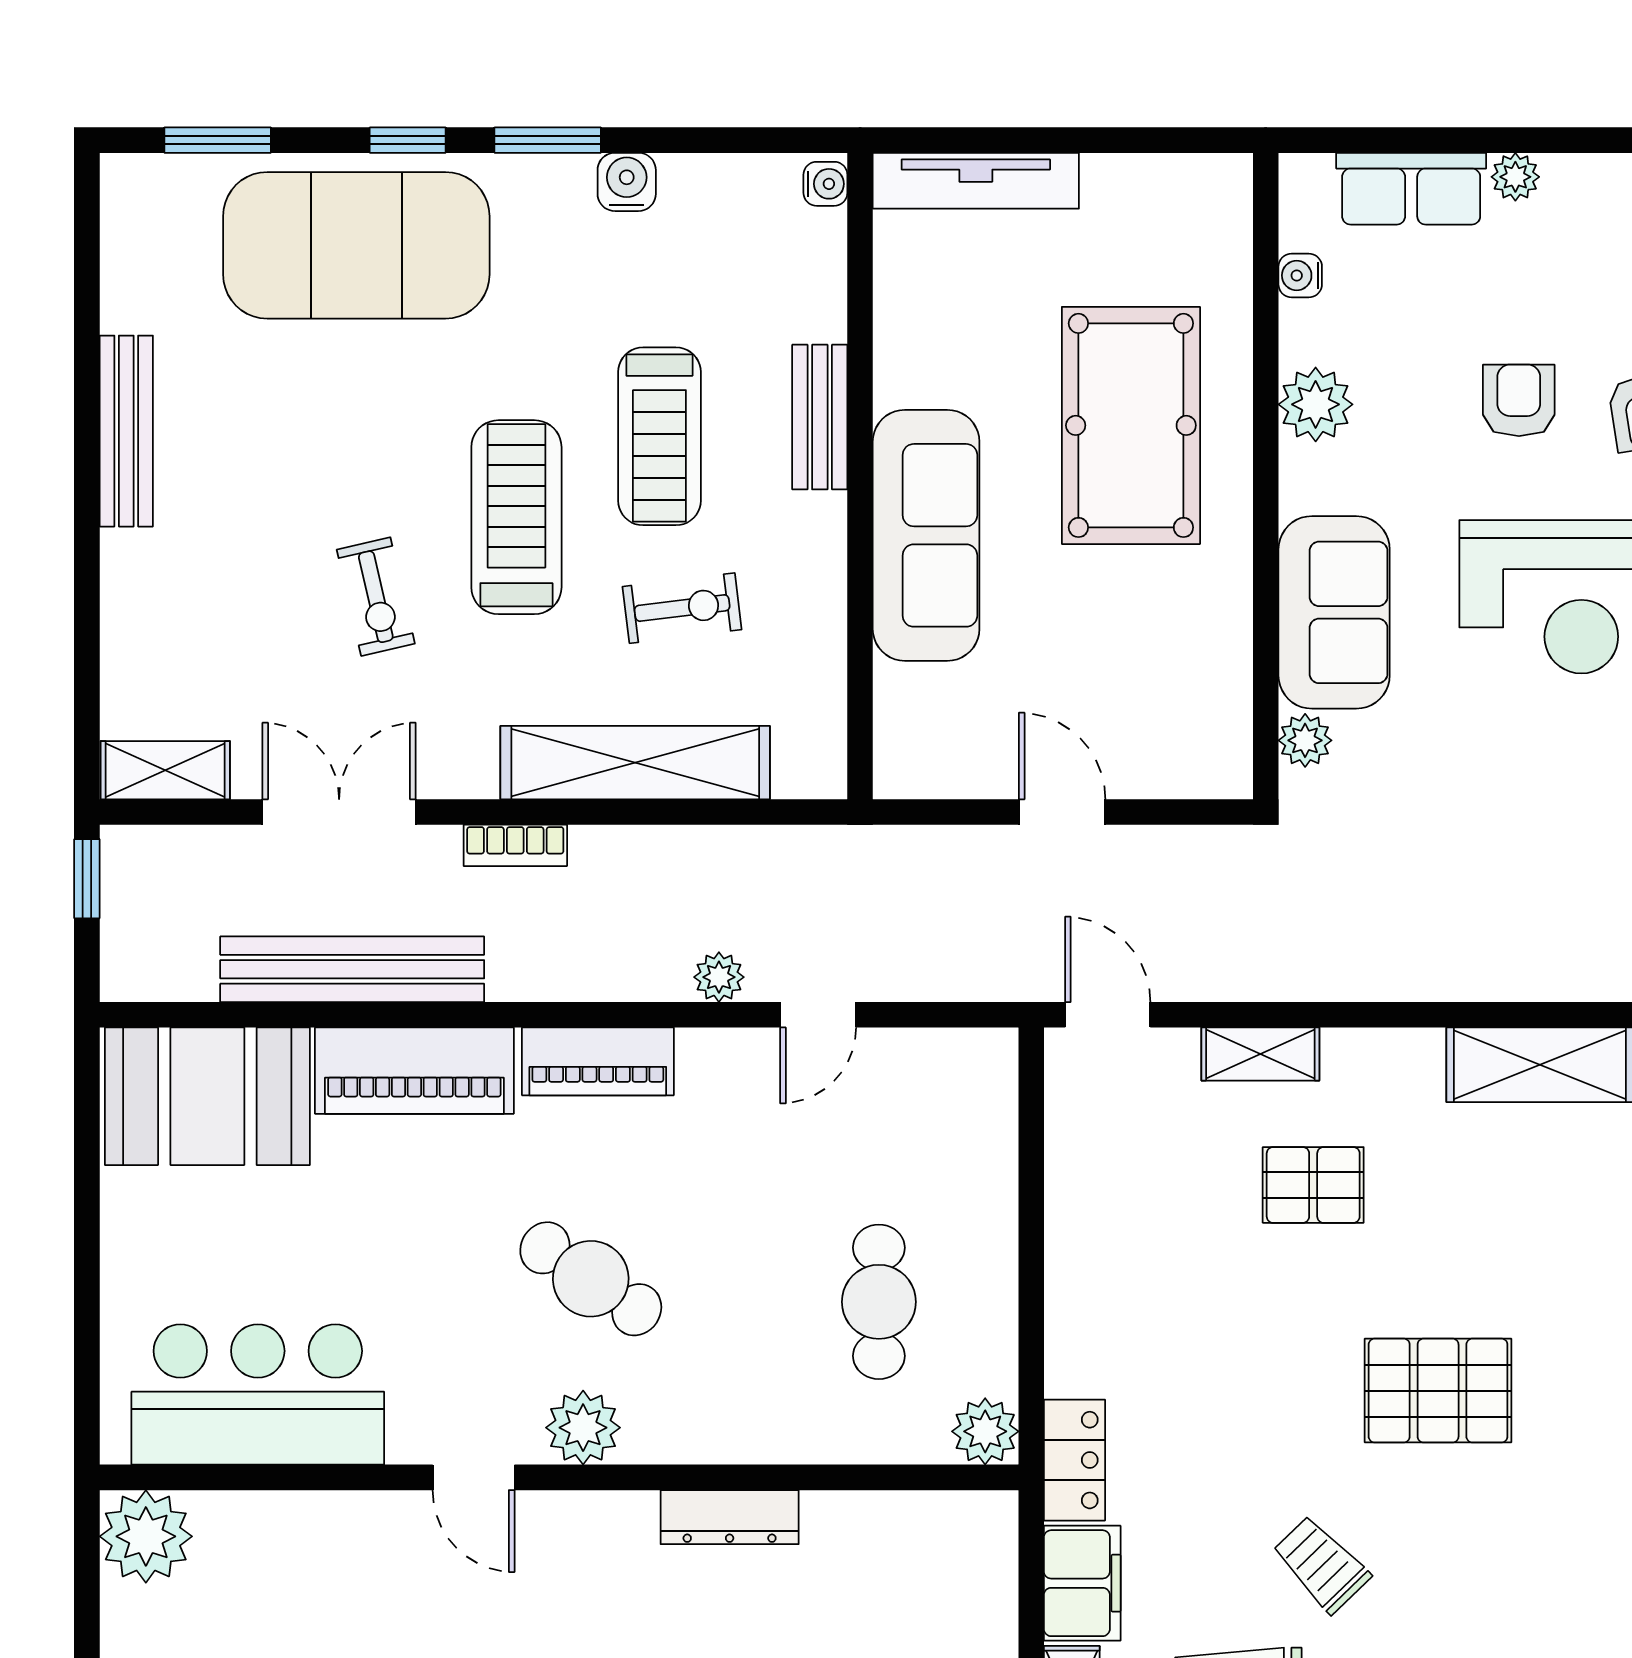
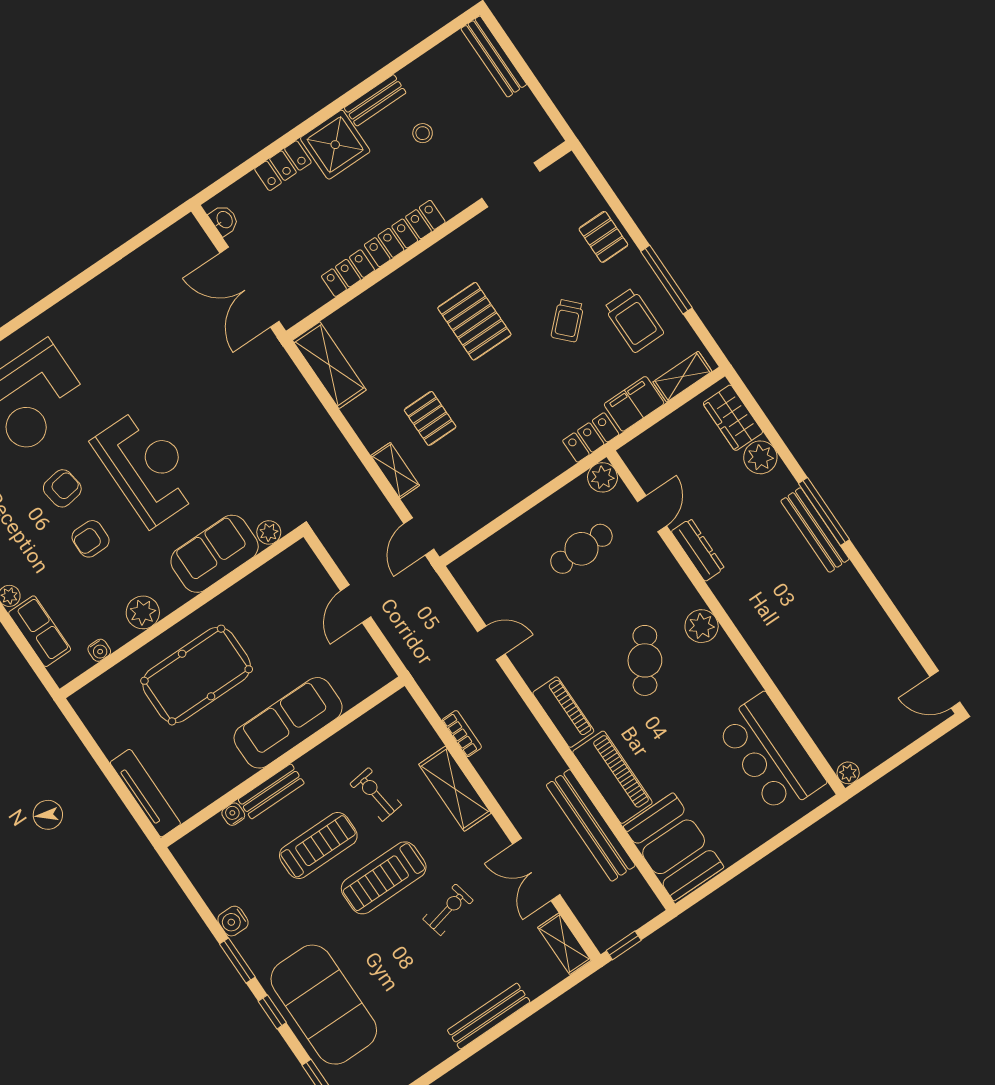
water cooler: (825, 184) -> (233, 814), moved
bench: (126, 431) -> (489, 1016), moved
shelving: (635, 763) -> (455, 789), width x0.68
bookcase: (515, 845) -> (462, 734), moved
plant: (719, 977) -> (502, 689), removed
door: (474, 1477) -> (652, 514), moved
plant: (146, 1536) -> (848, 773), width x0.53, depth x0.53

